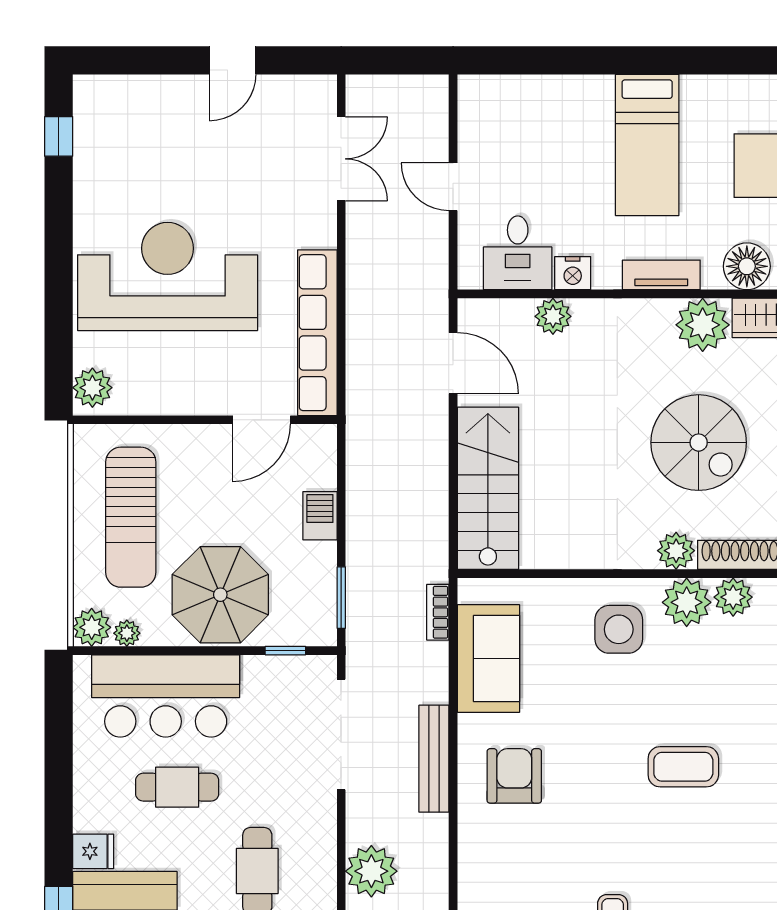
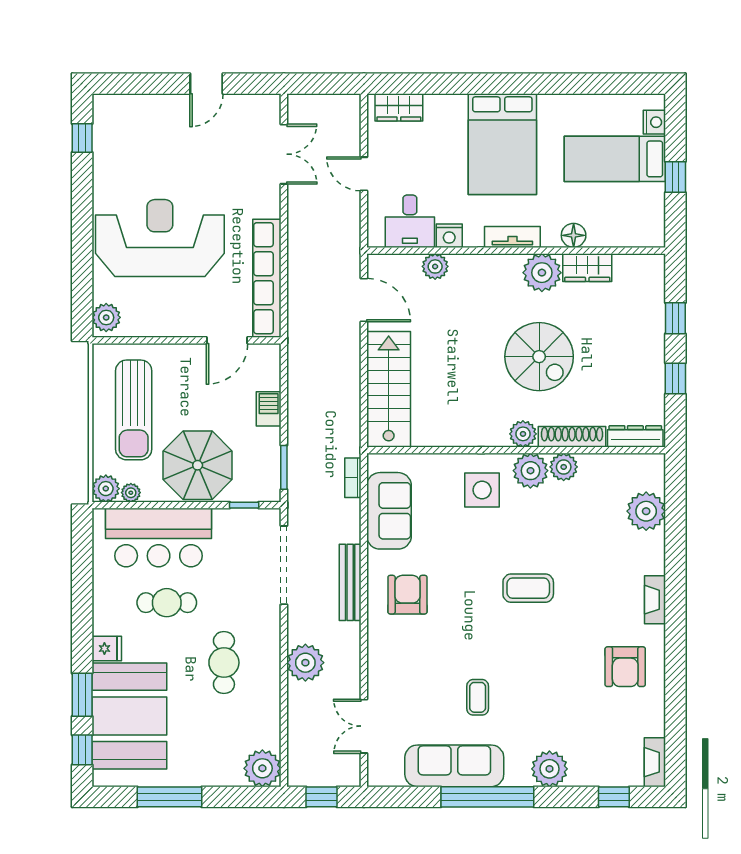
wardrobe: (502, 94) -> (399, 107), added
bed: (647, 145) -> (502, 144), width x1.50
floor lamp: (747, 266) -> (574, 235), width x0.73, depth x0.73

